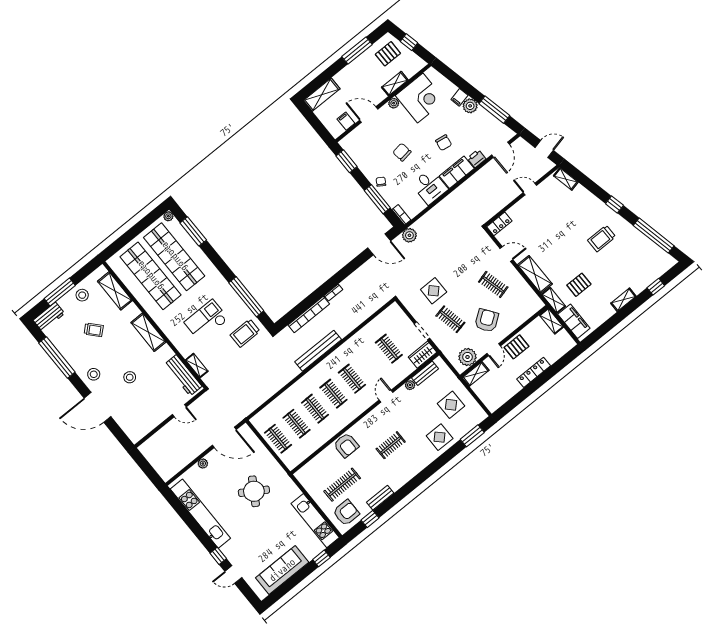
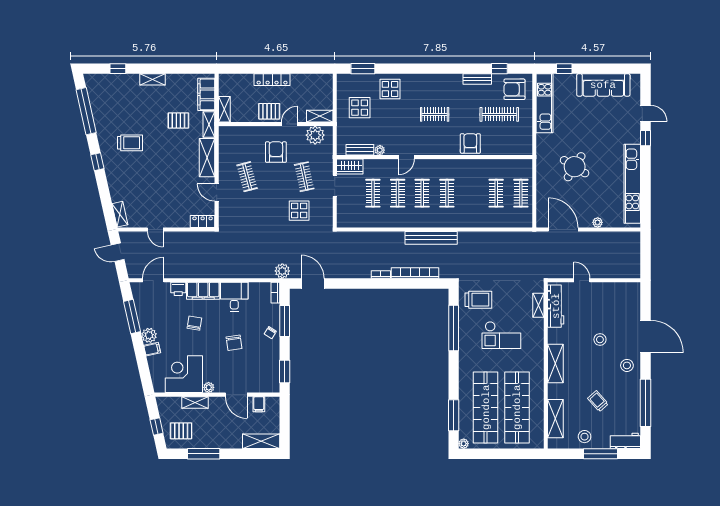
armchair: (487, 320) -> (276, 152), turned 126
clothes rail: (315, 409) -> (398, 193), moved

